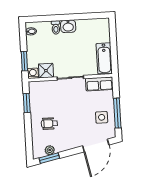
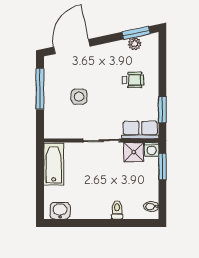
washbasin: (68, 26) -> (60, 211), moved
row of seats: (99, 84) -> (140, 130), moved
side table: (102, 117) -> (79, 97), moved

